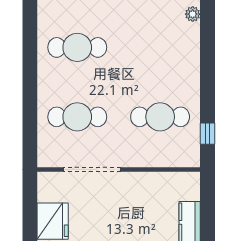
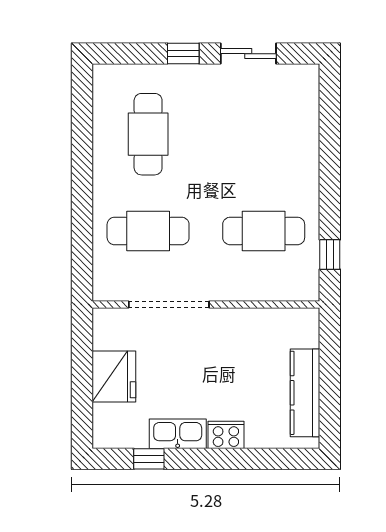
plant: (193, 14) -> (309, 88), removed
cafe table: (77, 47) -> (148, 134), turned 90

